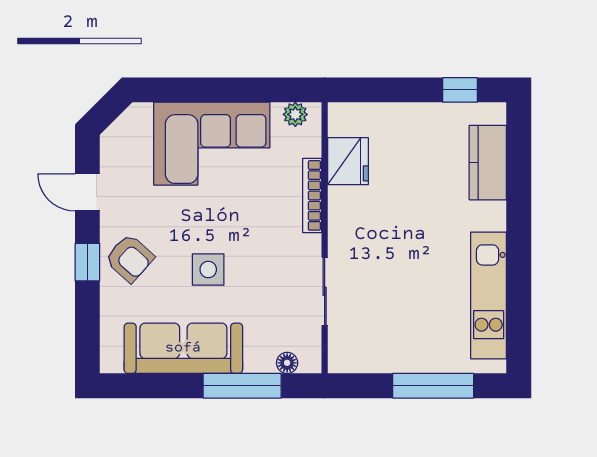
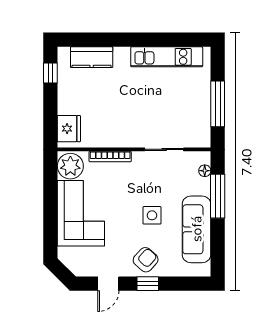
plant: (295, 114) -> (70, 166), width x1.87, depth x1.87
fridge: (348, 161) -> (69, 129), moved, turned 90
window: (433, 386) -> (218, 104), moved

